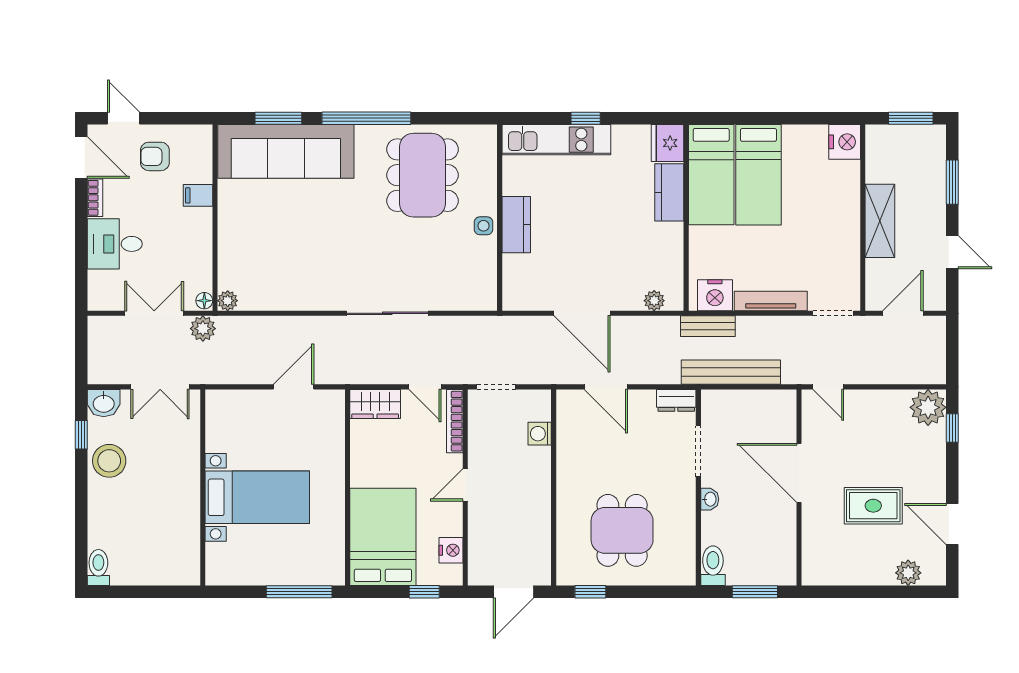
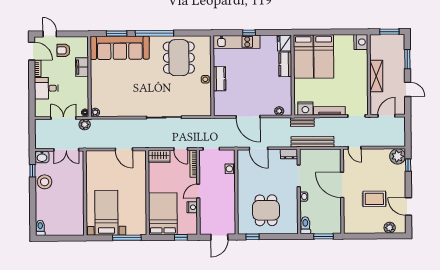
filing cabinet: (198, 195) -> (82, 67), width x2.00
door: (294, 387) -> (124, 149), swing flipped
bed with nightstands: (257, 497) -> (106, 213), moved, turned -90
nightstand: (451, 550) -> (192, 207), moved

